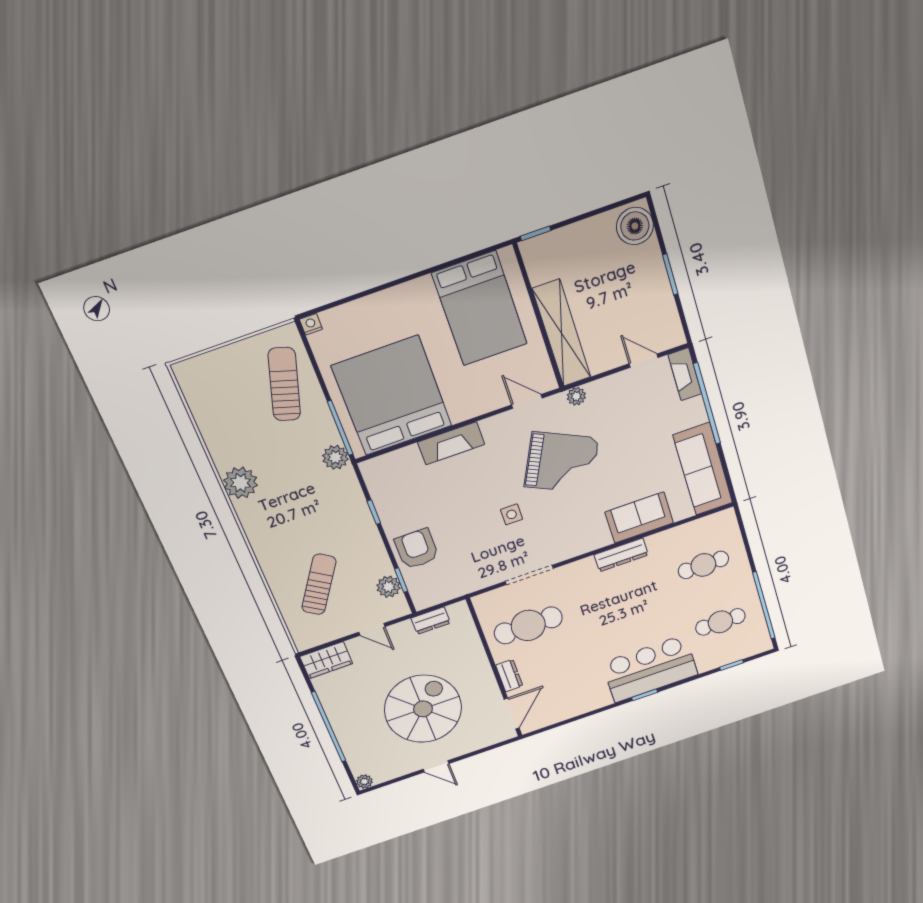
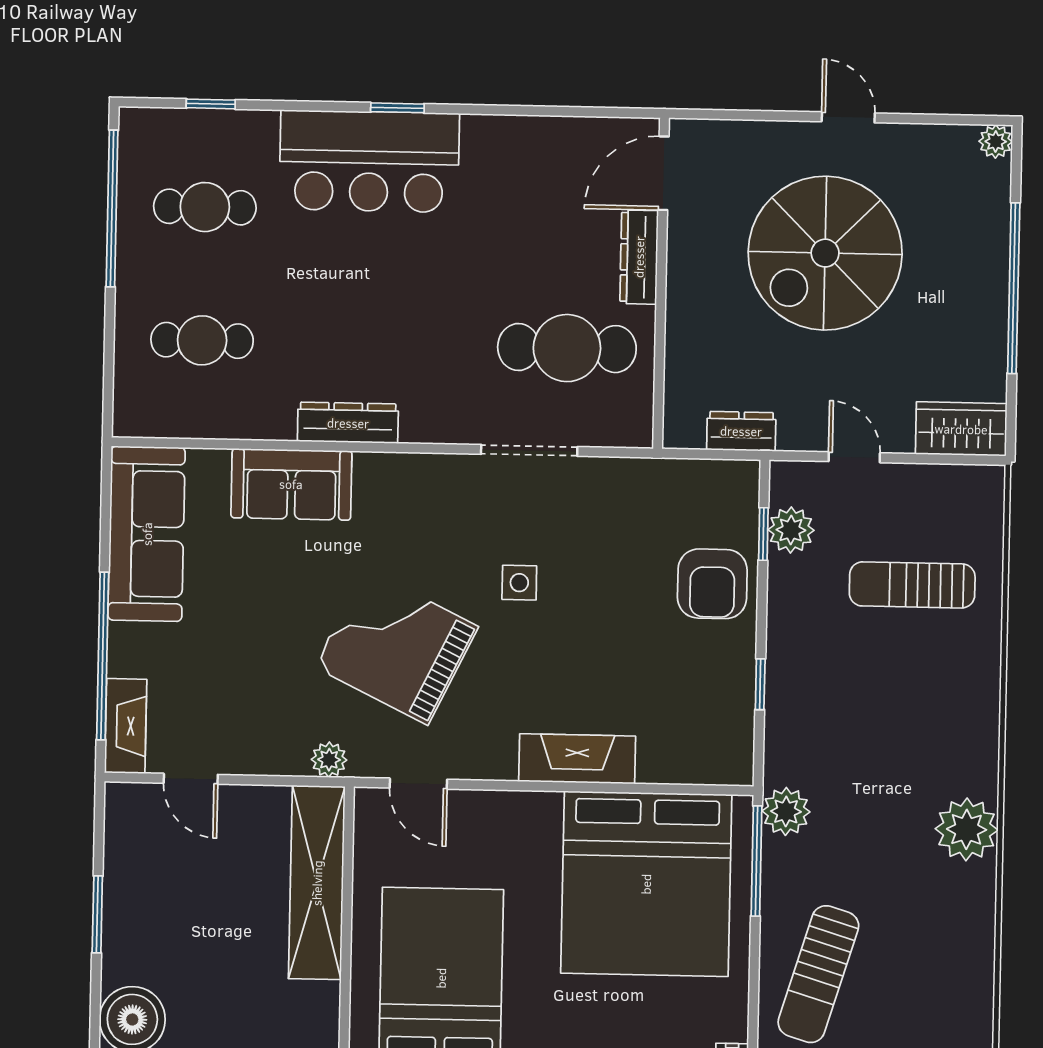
sun lounger: (319, 584) -> (912, 585), turned 57
dresser: (509, 676) -> (639, 257), width x1.44

